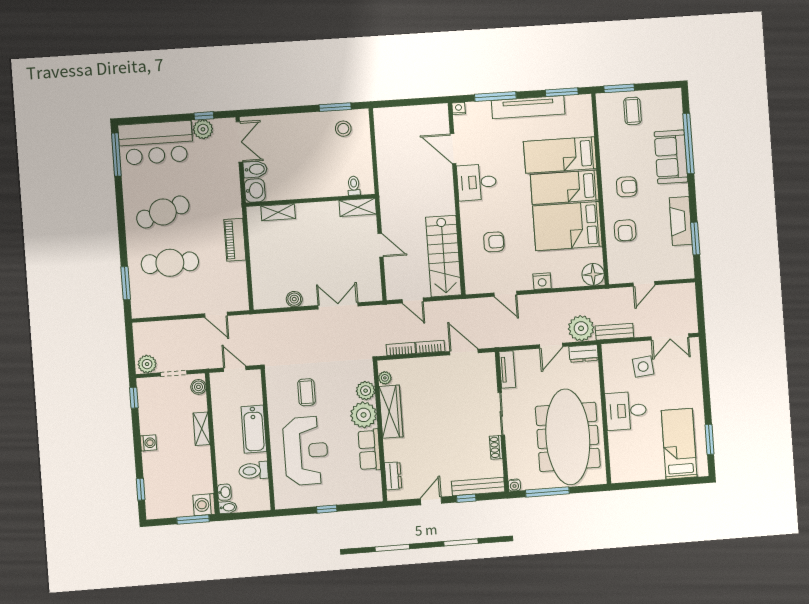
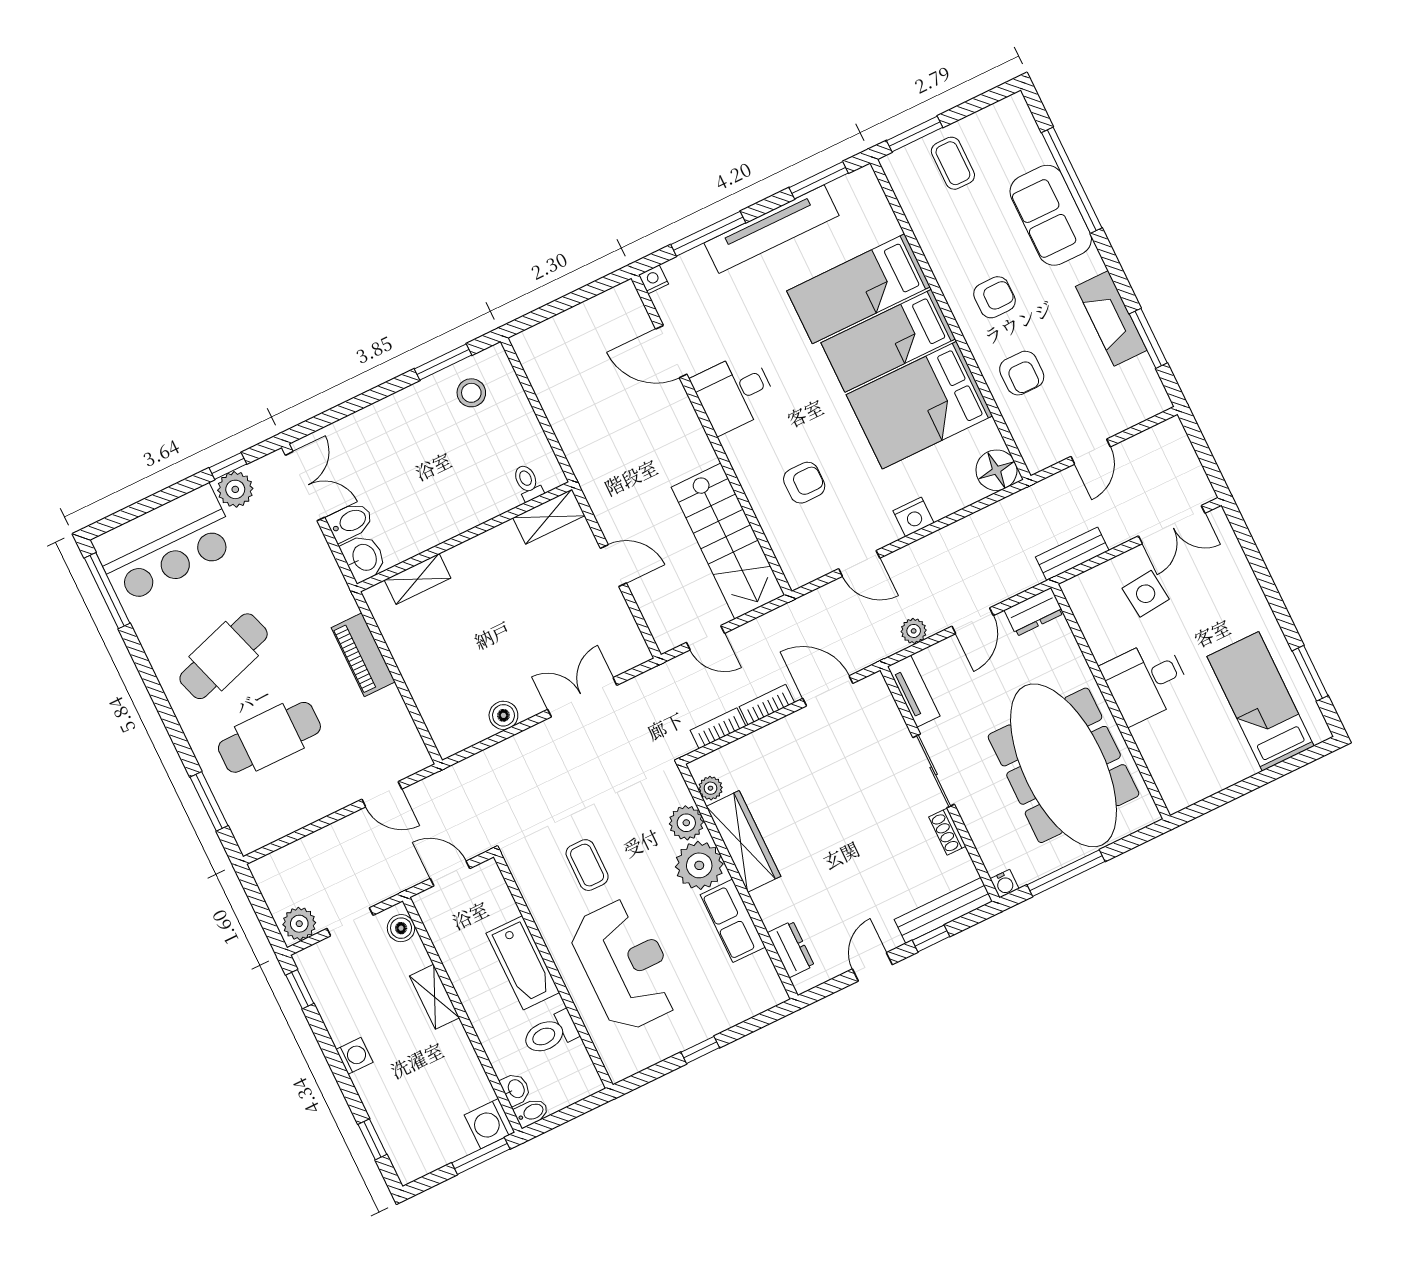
plant: (581, 328) -> (914, 631), moved, width x0.53, depth x0.53

